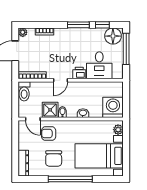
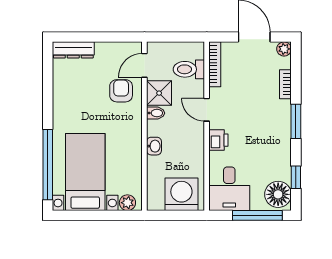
window: (78, 25) -> (296, 121), moved
desk: (99, 65) -> (229, 189), moved, turned -90
toilet: (24, 91) -> (189, 69), moved
washing machine: (113, 107) -> (181, 194), moved, turned -90
chair: (54, 159) -> (81, 99), removed
window: (70, 179) -> (48, 165), moved

